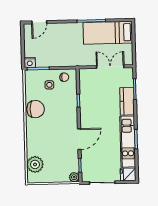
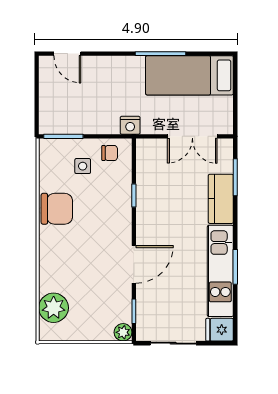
door: (39, 22) -> (67, 54), hinge flipped
nightstand: (30, 63) -> (130, 125), moved
double door: (110, 67) -> (192, 136), swing flipped

